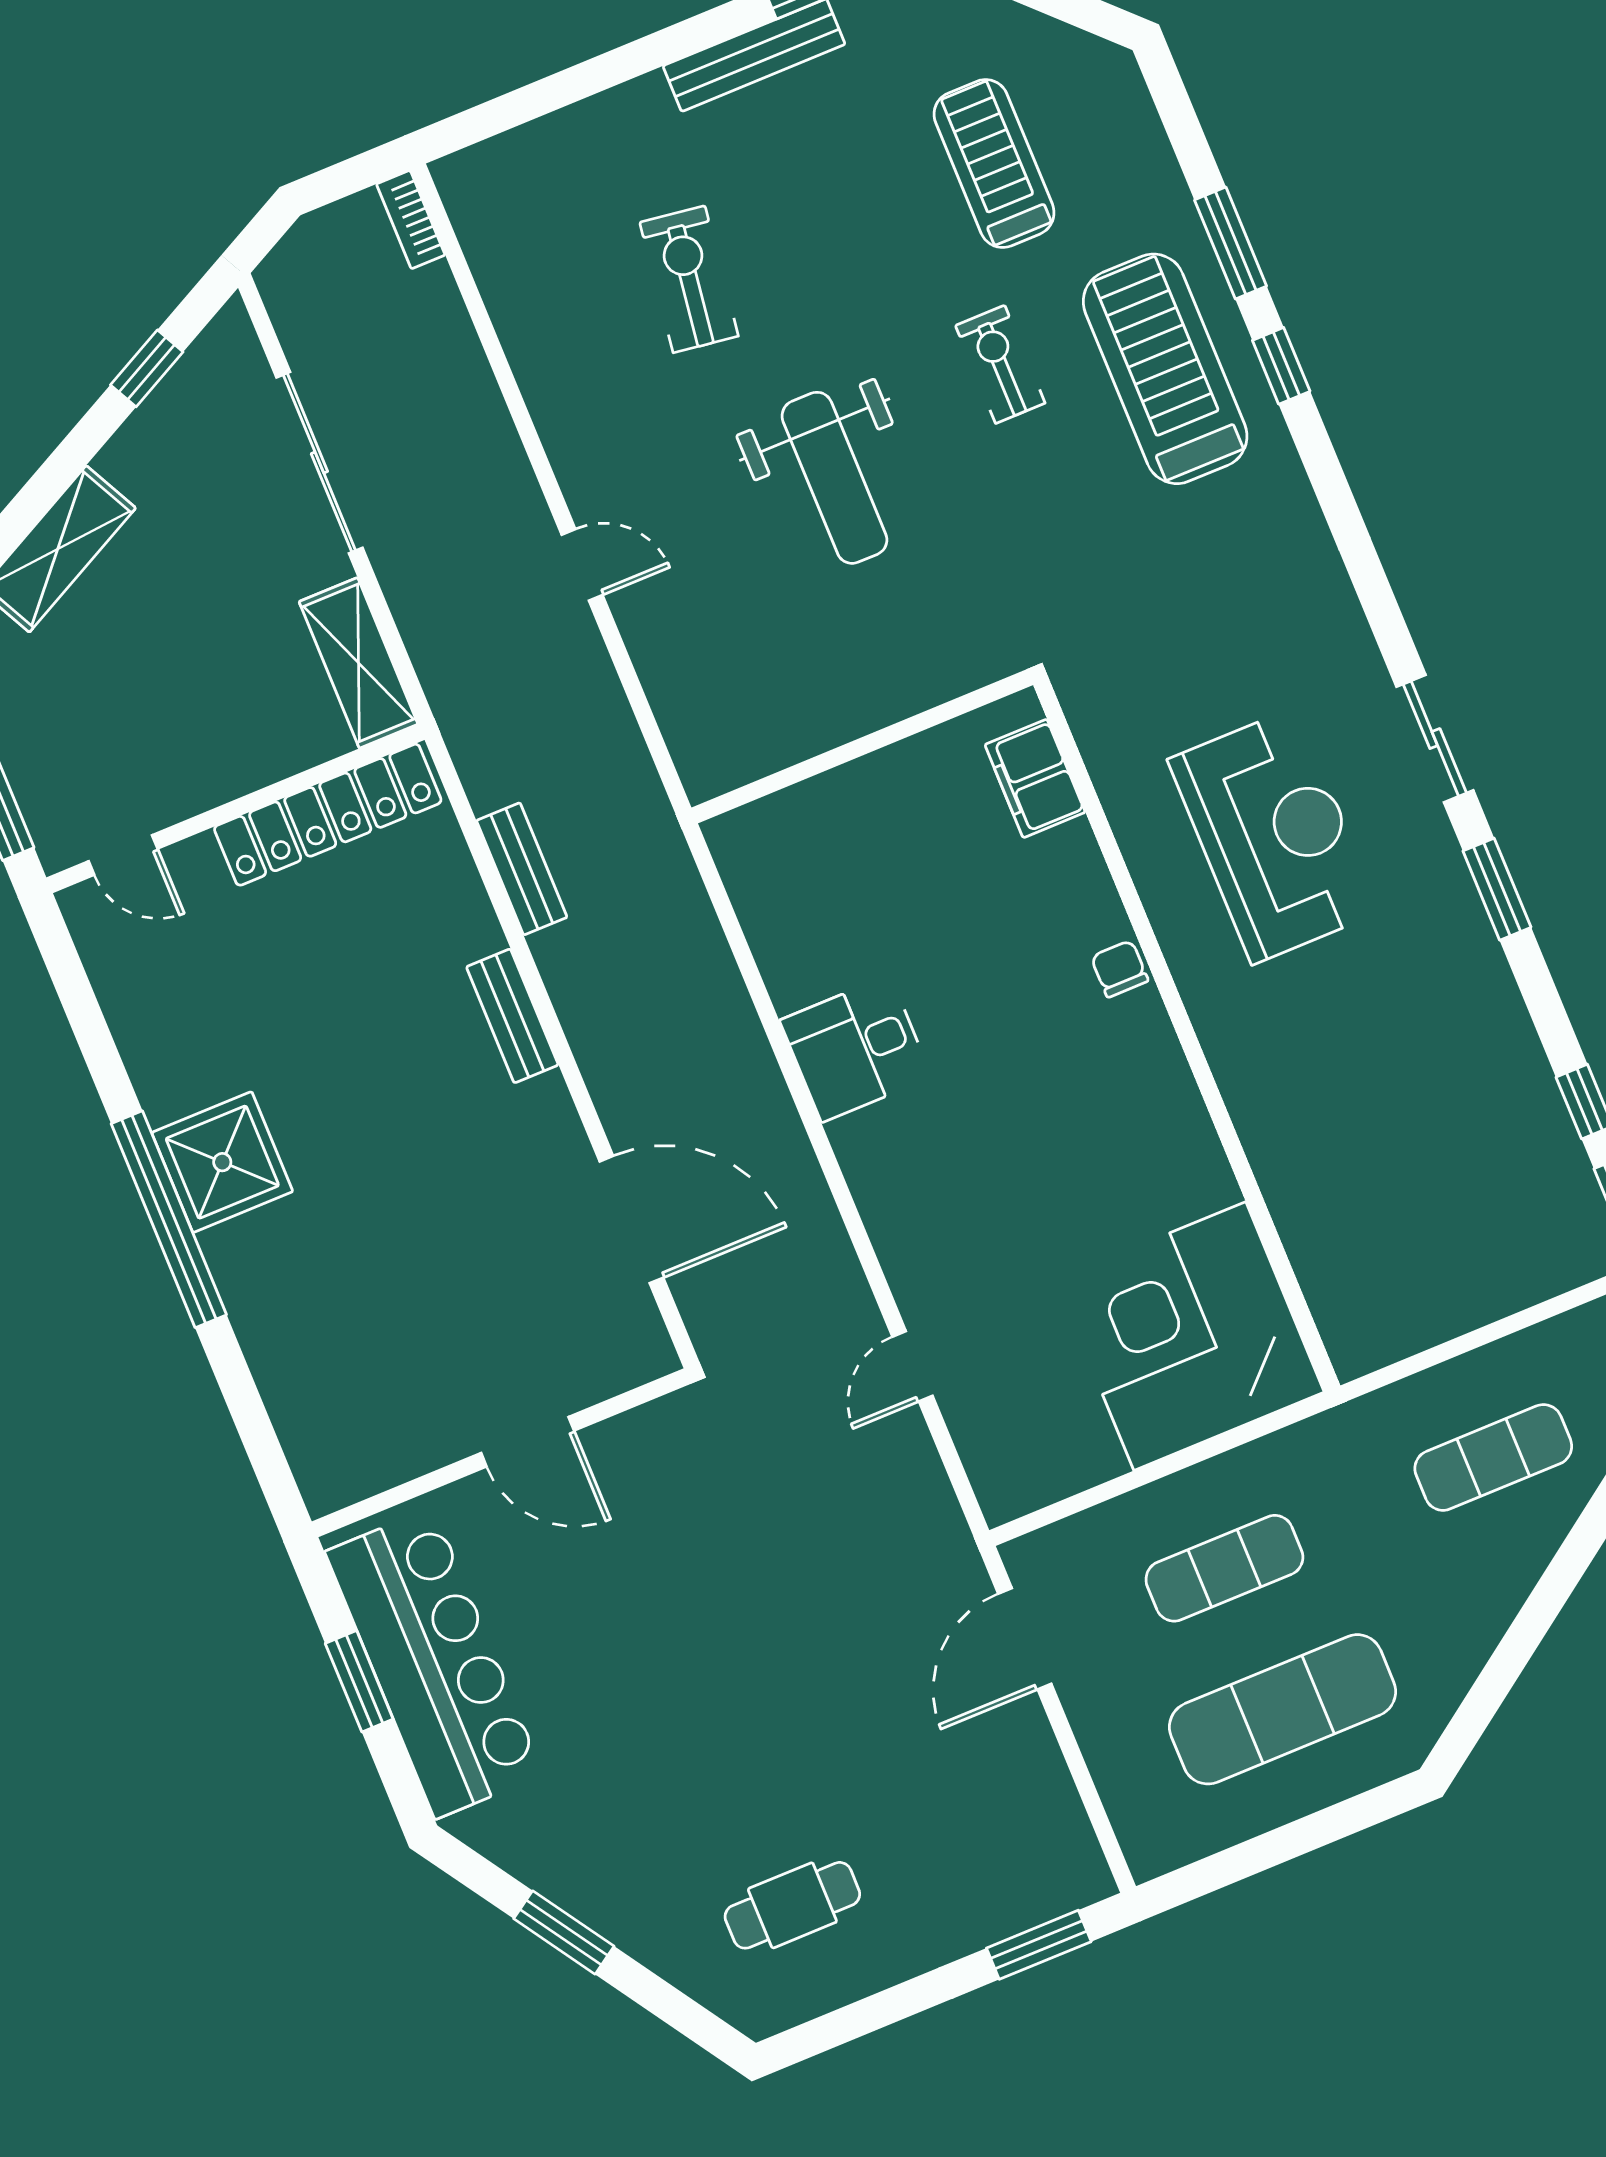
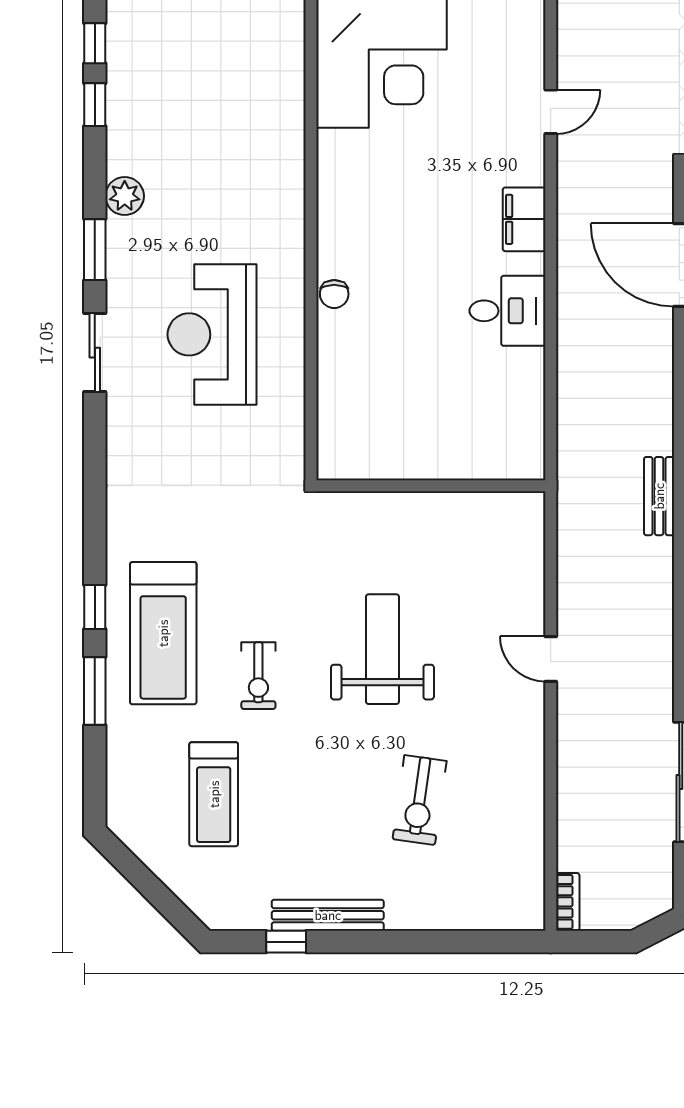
filing cabinet: (1035, 778) -> (524, 219), moved, turned 180
plant: (1486, 986) -> (125, 196), added

